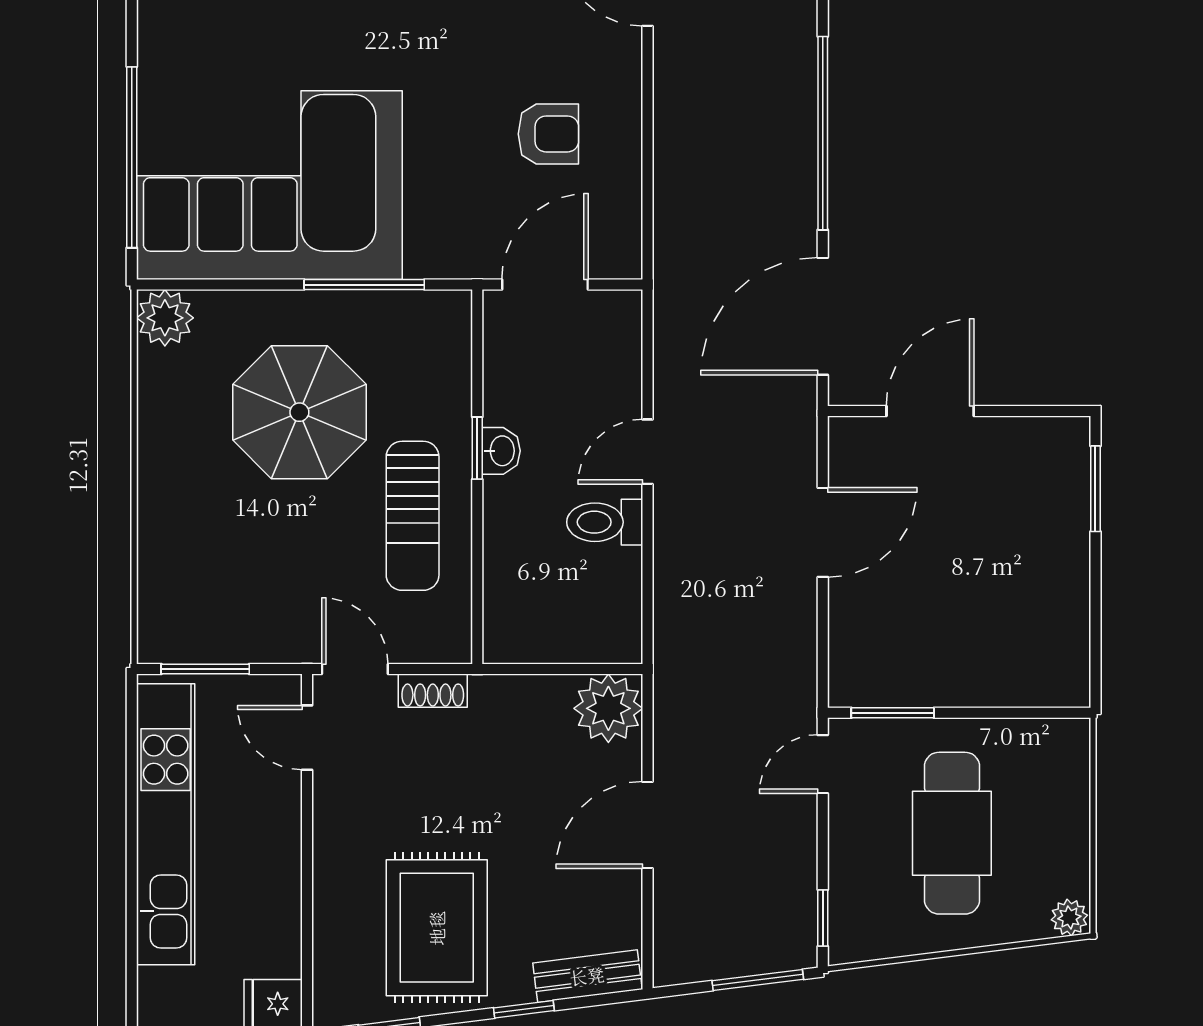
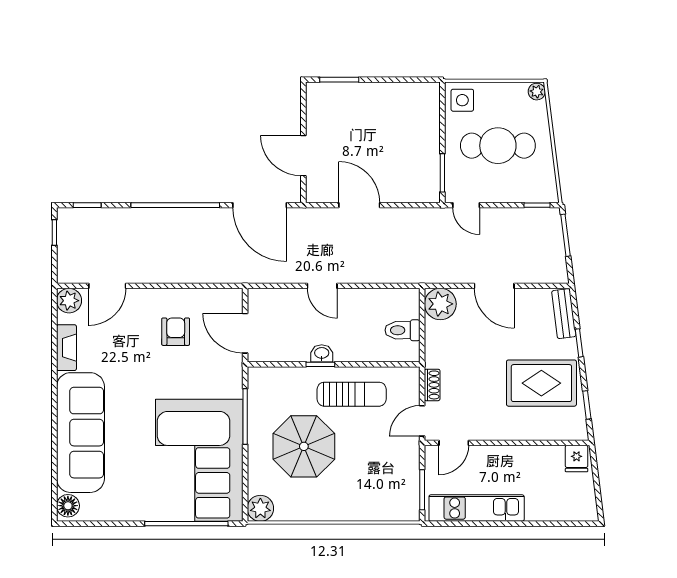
toilet: (605, 522) -> (403, 330), moved, turned 90
side table: (1051, 756) -> (462, 100), added
kitchen unit: (166, 824) -> (477, 508), width x0.73

